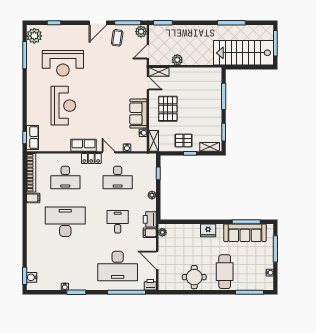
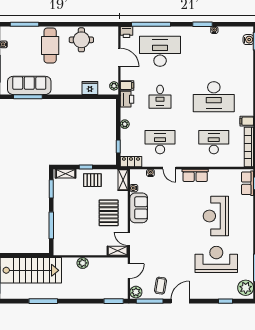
plant: (177, 60) -> (83, 263), moved
locker: (91, 159) -> (131, 162), moved
fridge: (208, 230) -> (90, 88), moved

